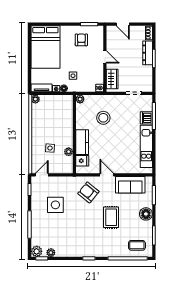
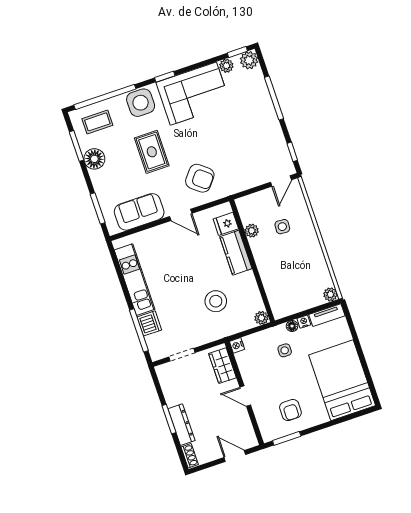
side table: (55, 205) -> (141, 103), moved
floor lamp: (146, 214) -> (94, 159), moved
corner sofa: (76, 243) -> (193, 94), added

